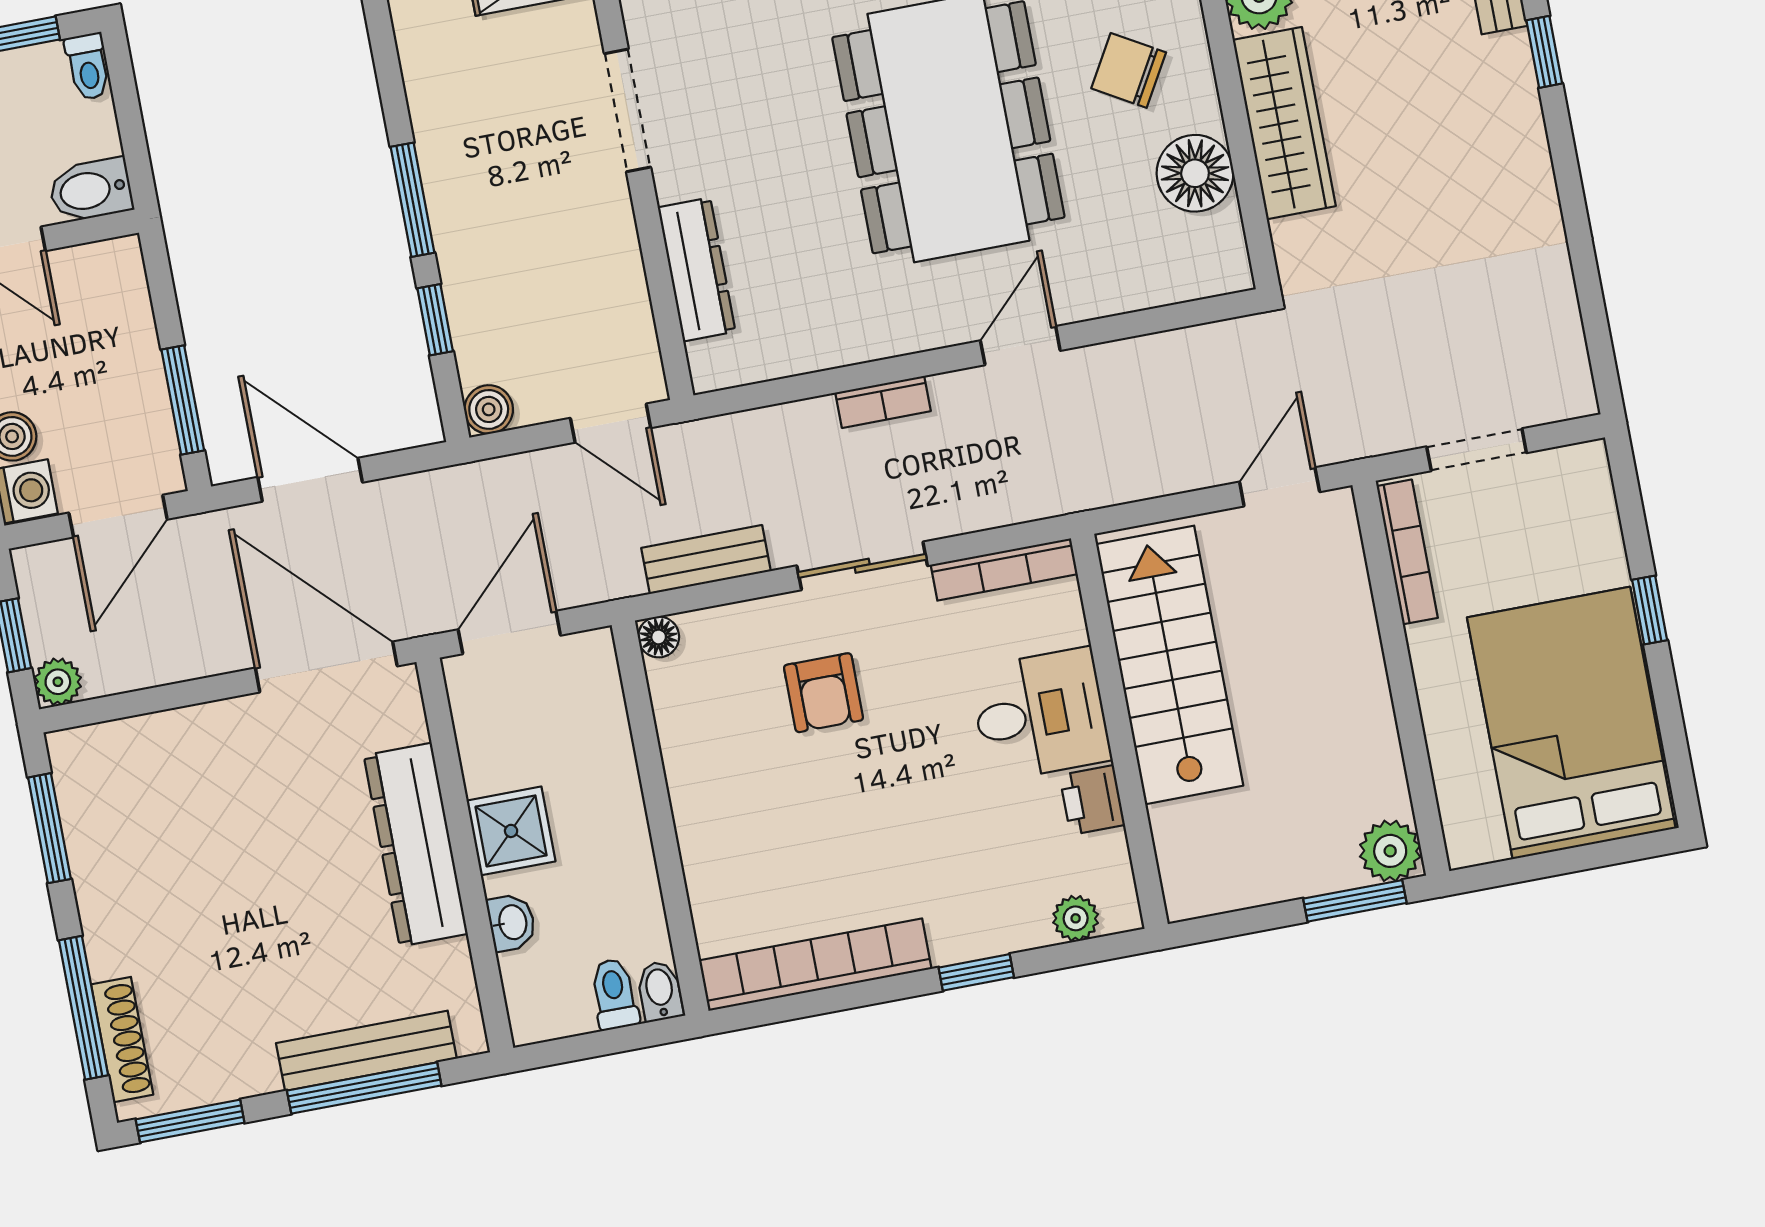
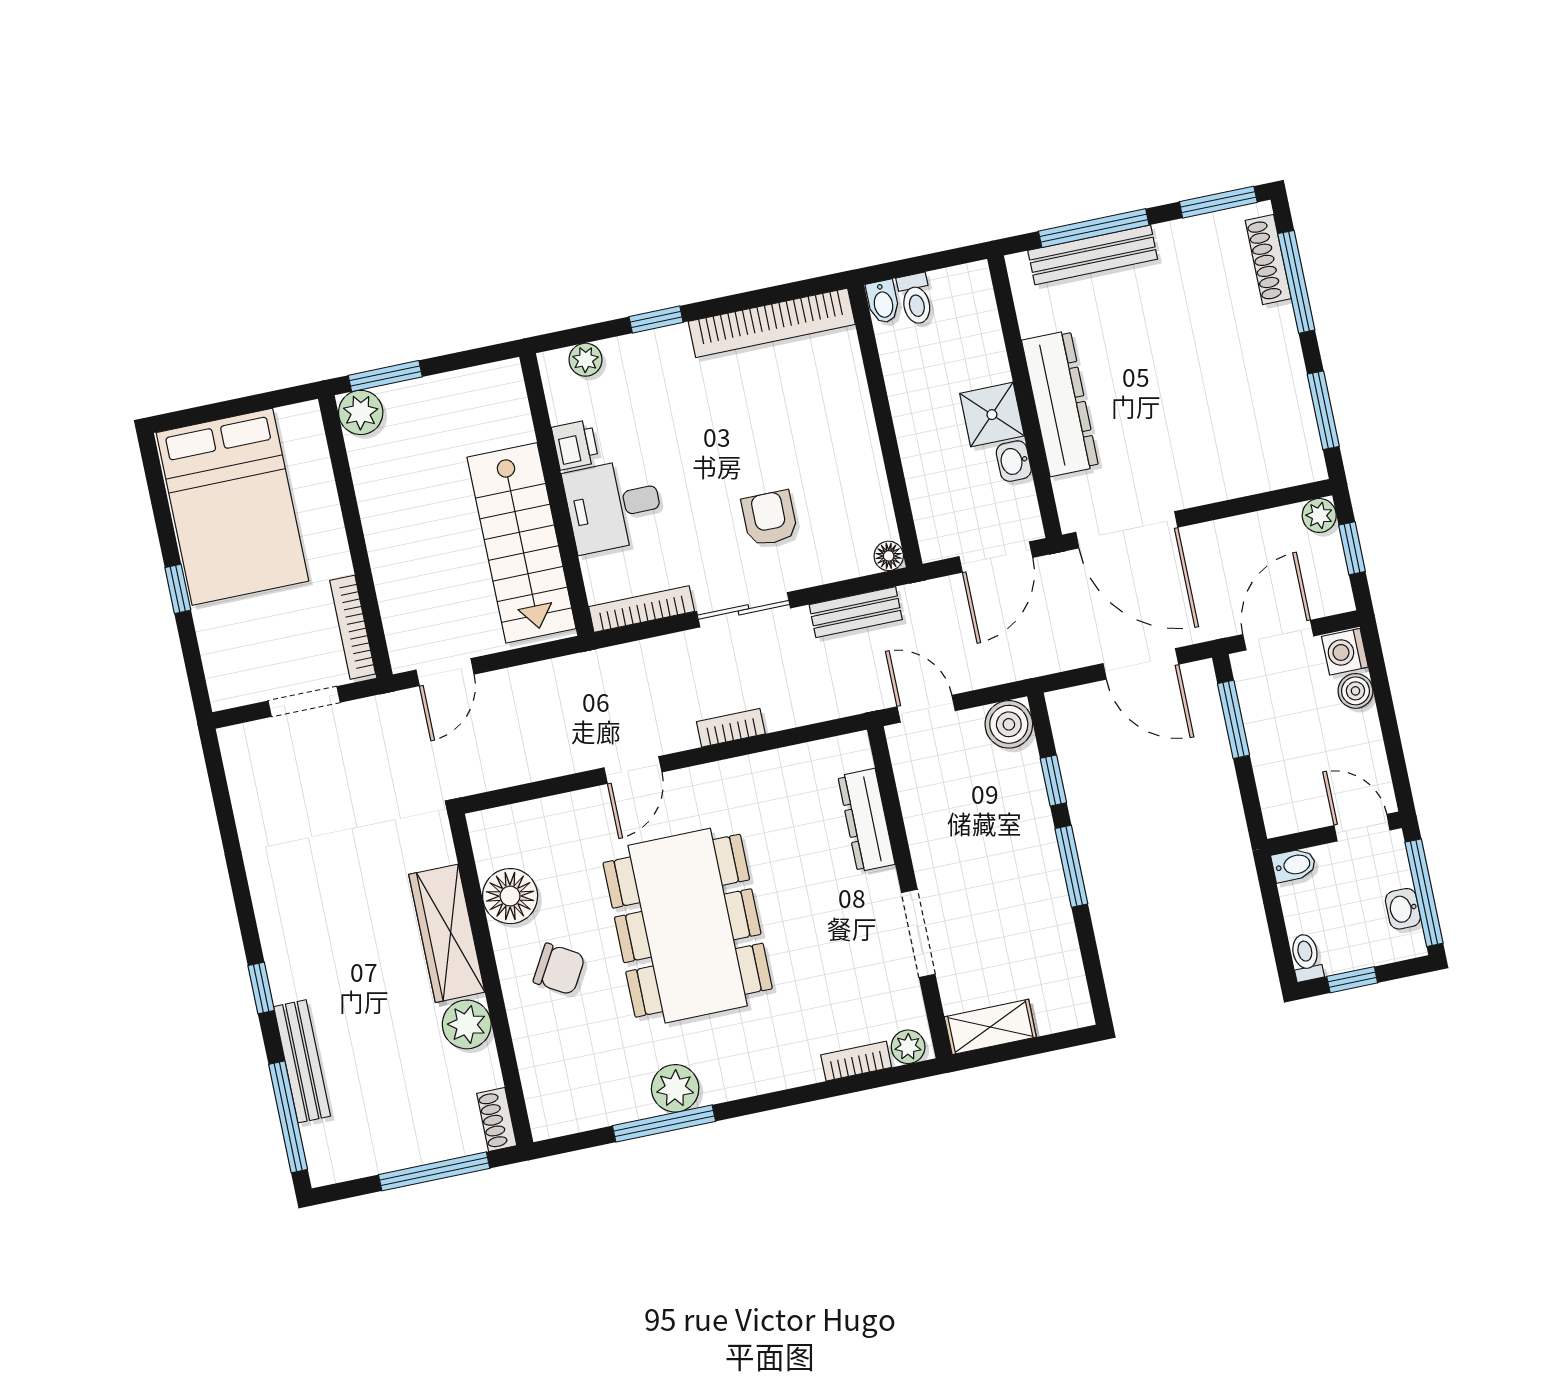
bidet: (91, 190) -> (1294, 865), width x0.72, depth x0.74
boiler: (489, 409) -> (1009, 724), width x1.36, depth x1.36
washbasin: (512, 922) -> (1014, 461), moved

